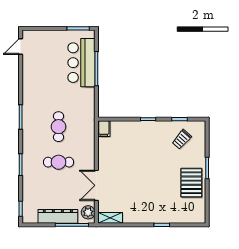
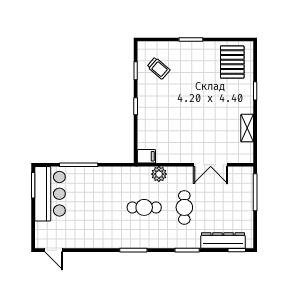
bar counter: (81, 63) -> (50, 194), moved, turned -90
pallet: (191, 183) -> (232, 62), moved, turned 90
plant: (88, 212) -> (159, 174), moved
dresser: (58, 216) -> (223, 241), moved, turned 90
shelving: (110, 218) -> (247, 128), moved

